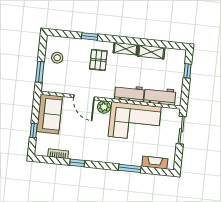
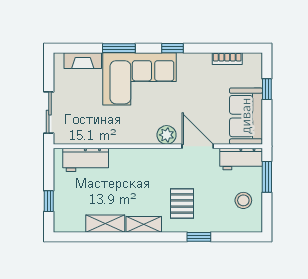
workbench: (129, 93) -> (241, 159), moved
corner sofa: (135, 122) -> (140, 79), moved, turned 180
window: (77, 163) -> (172, 48), moved

